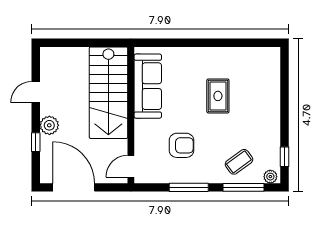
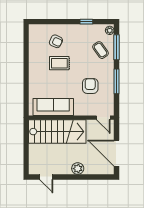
armchair: (253, 91) -> (56, 41), added
door: (36, 92) -> (46, 177), moved
window: (36, 142) -> (88, 177), removed
window: (284, 157) -> (86, 22), moved
door: (74, 187) -> (116, 153), hinge flipped

